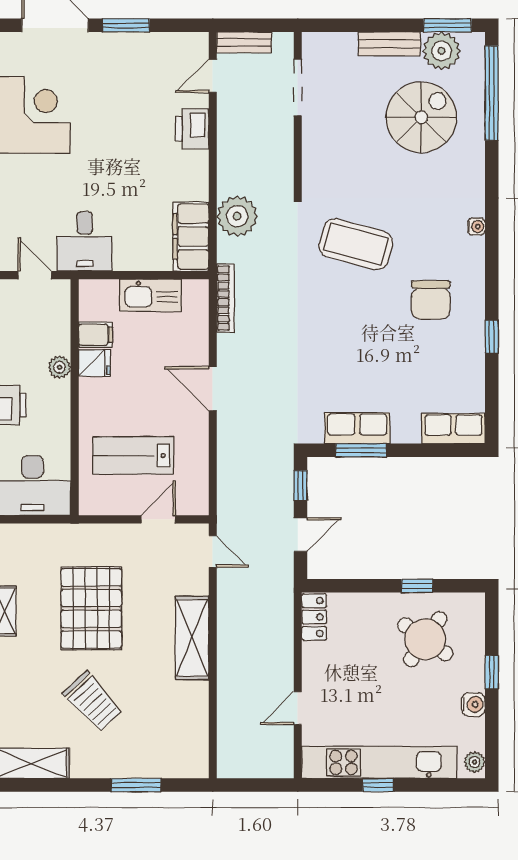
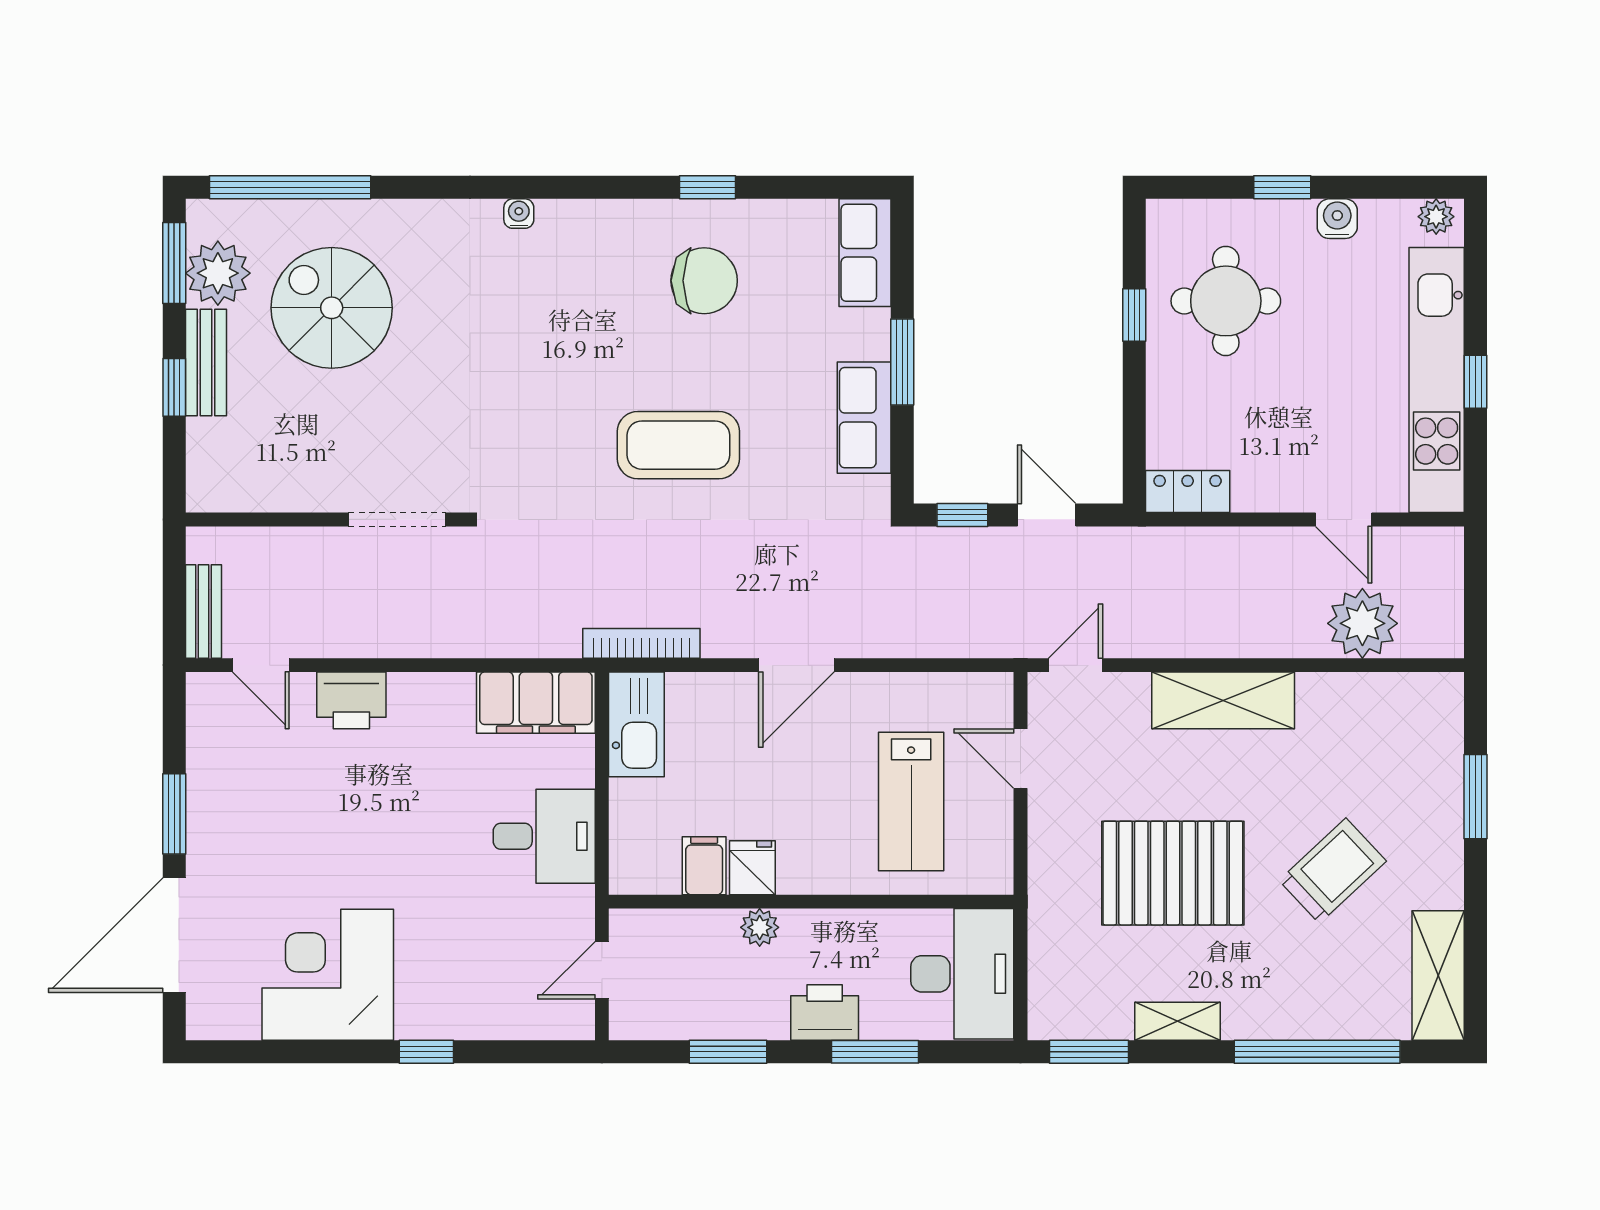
window: (375, 25) -> (174, 387), added
doorway: (298, 87) -> (397, 519), moved
plant: (237, 216) -> (1362, 623), moved
desk: (85, 241) -> (544, 836), moved
coffee table: (356, 244) -> (678, 445), moved, turned 75
kitchen sink: (151, 295) -> (636, 724), moved
chair: (431, 300) -> (704, 281), moved
window: (361, 450) -> (902, 362), moved
round table: (425, 639) -> (1226, 301), turned -35

